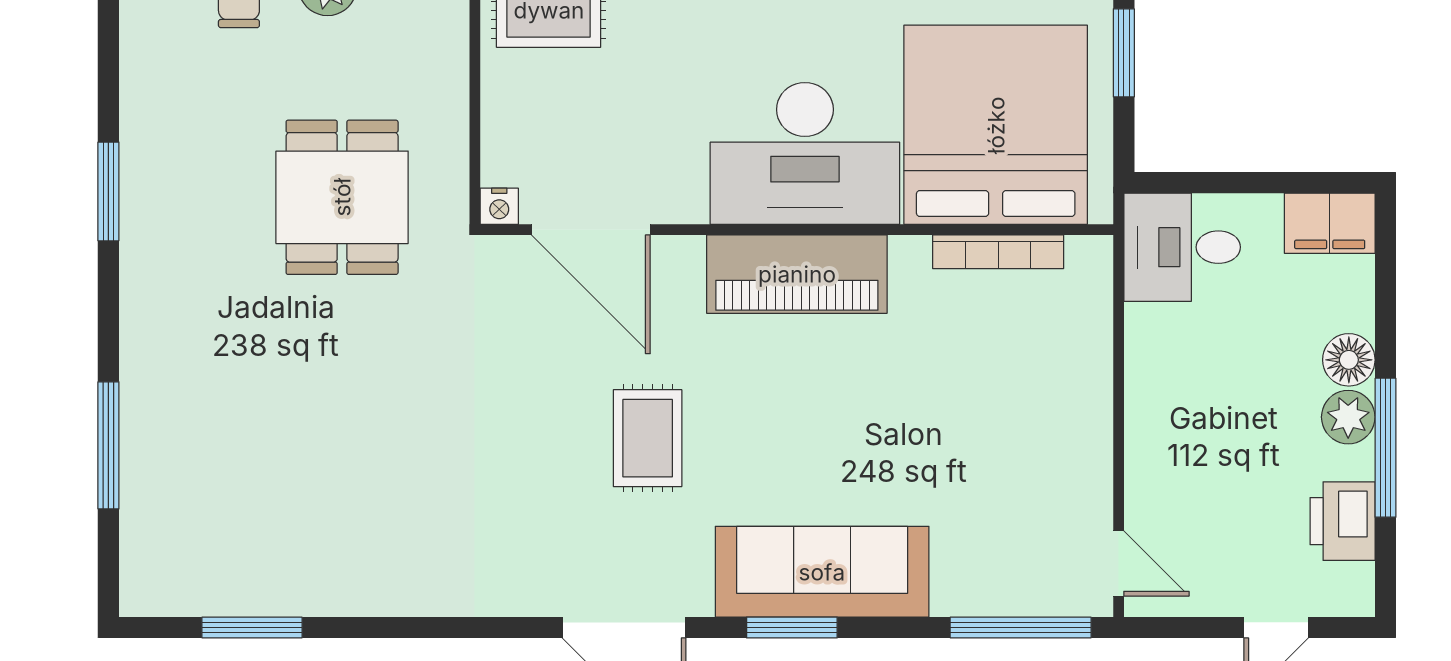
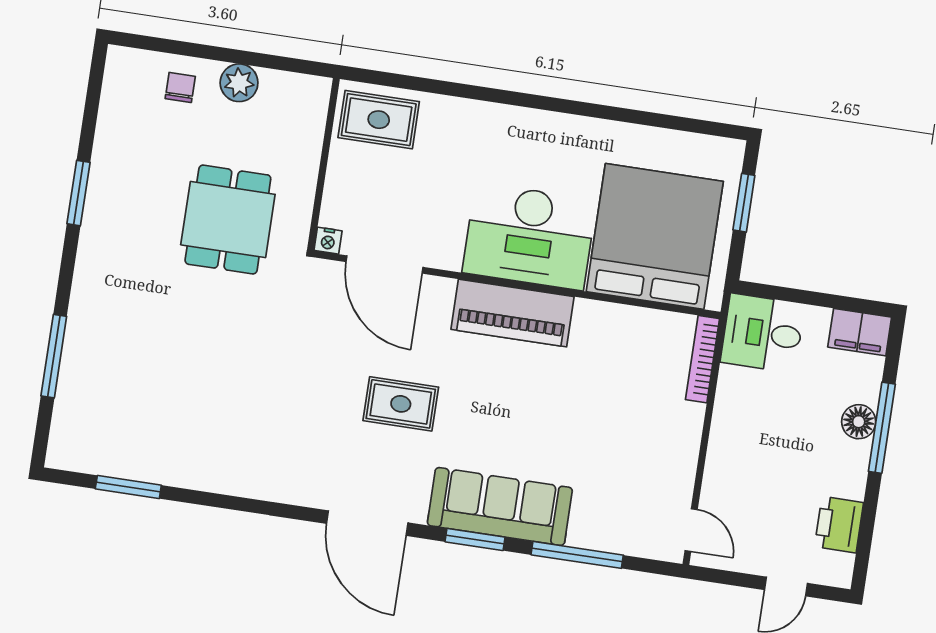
bookcase: (998, 252) -> (702, 359), moved, turned 90
plant: (1348, 417) -> (853, 458), removed
rug: (648, 438) -> (401, 404), turned 90
window: (1386, 448) -> (882, 428), moved
window: (1021, 627) -> (577, 555), moved

